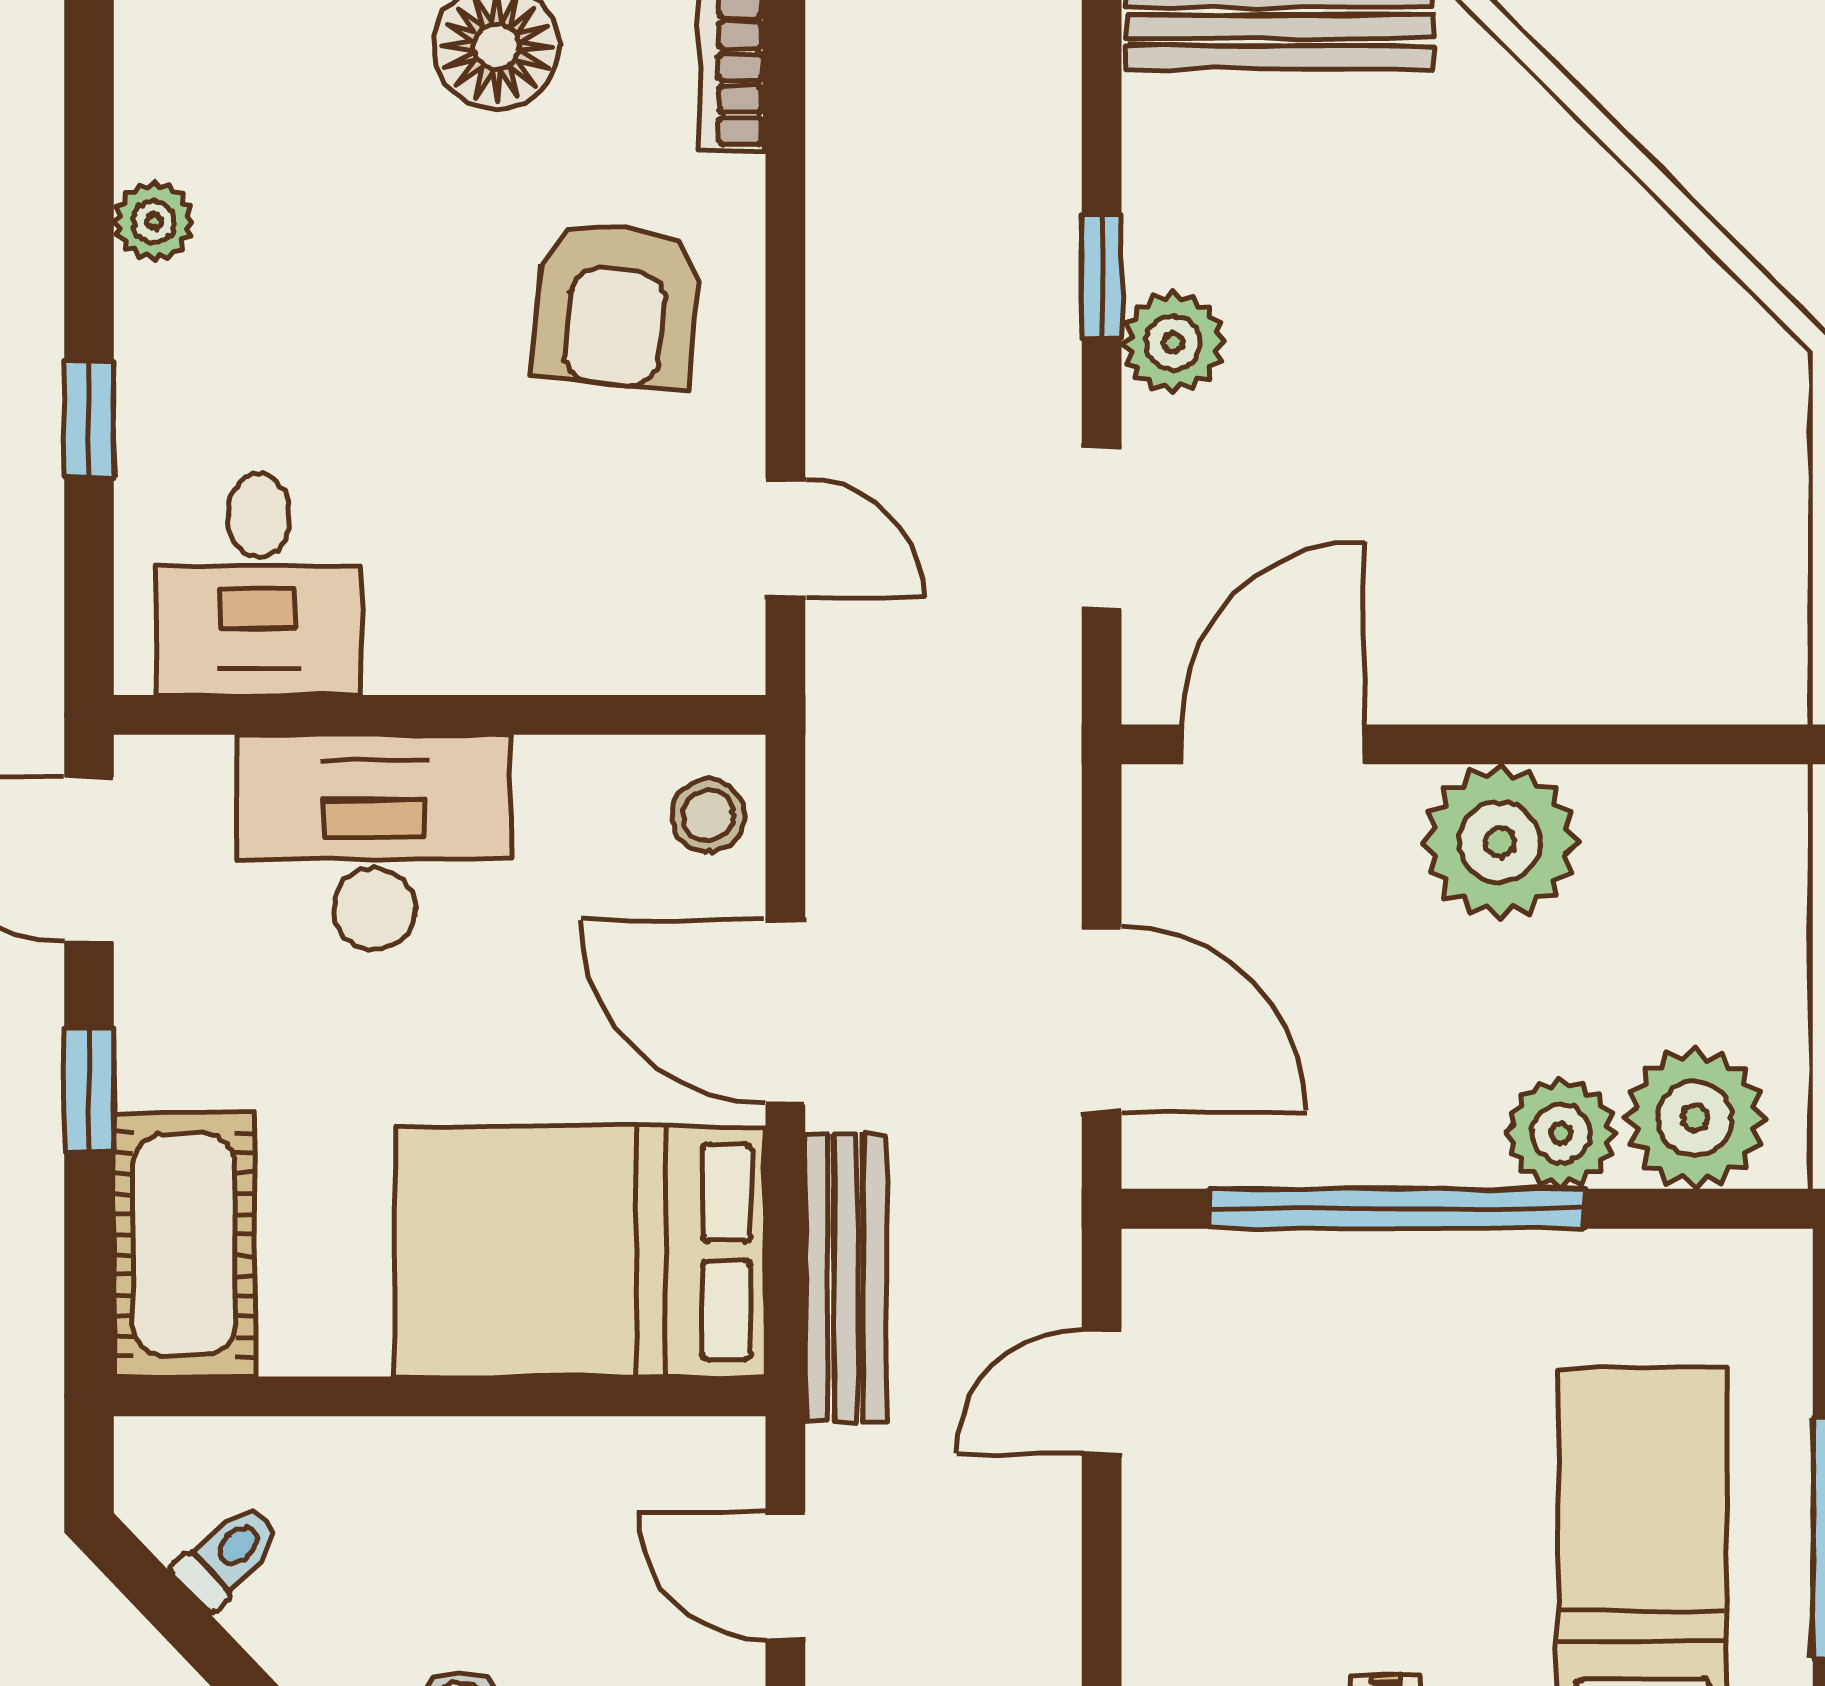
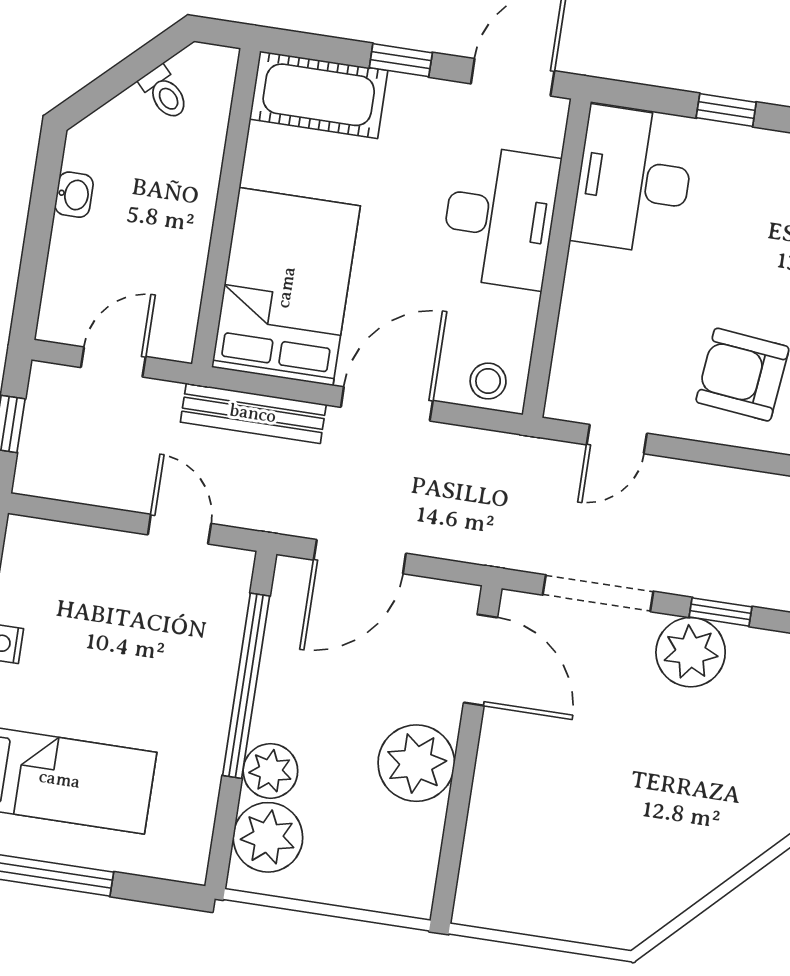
plant: (1173, 343) -> (691, 652), width x1.36, depth x1.36
doorway: (1102, 528) -> (598, 593), width x1.38
desk: (259, 584) -> (634, 180), width x1.37

